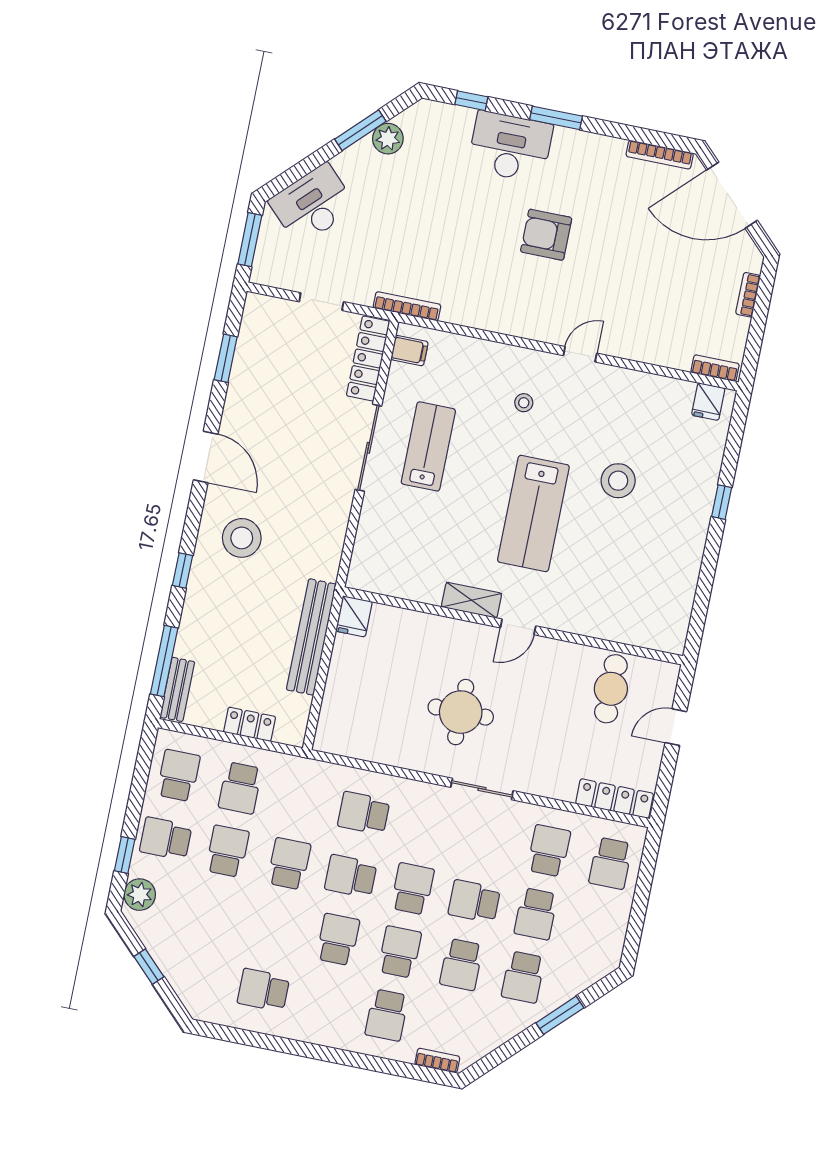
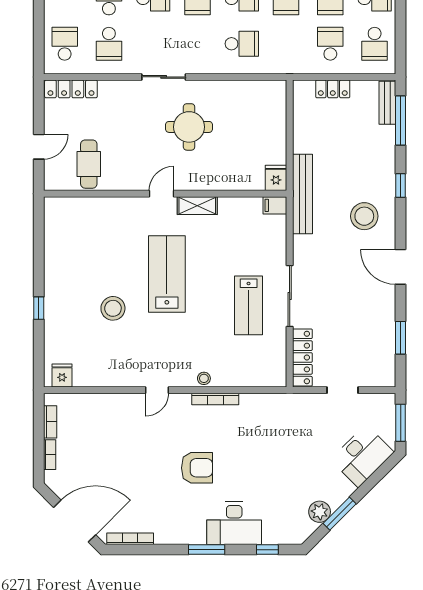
bookcase: (407, 306) -> (215, 399), moved
filing cabinet: (410, 351) -> (275, 205), moved
bookcase: (715, 368) -> (50, 422), moved, turned -90
stool: (524, 403) -> (204, 378), moved
bench: (311, 637) -> (302, 194), moved

